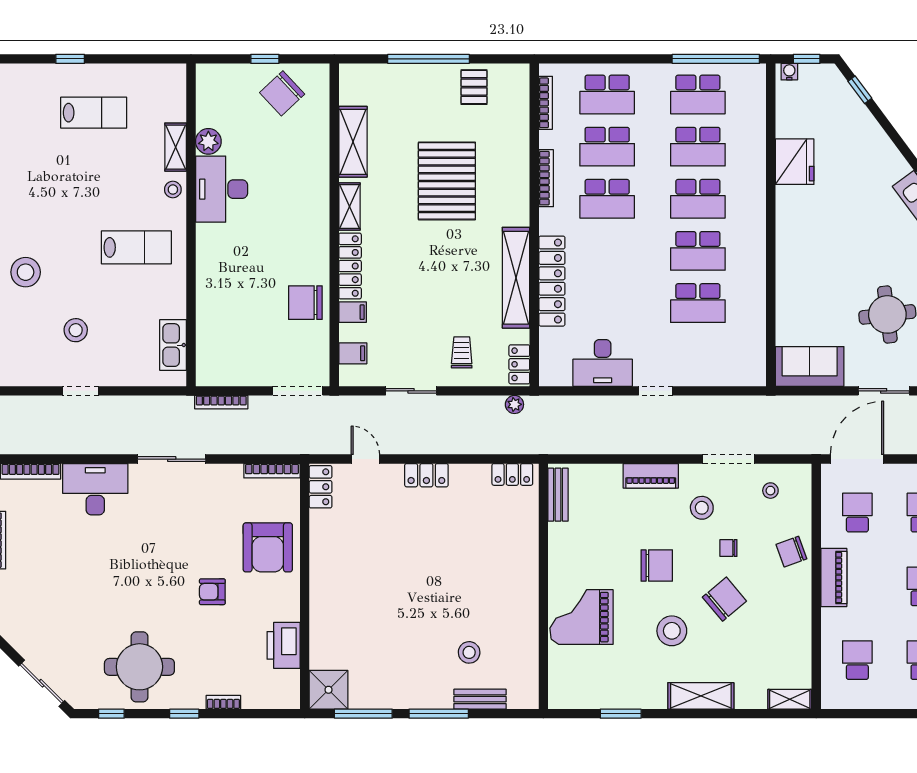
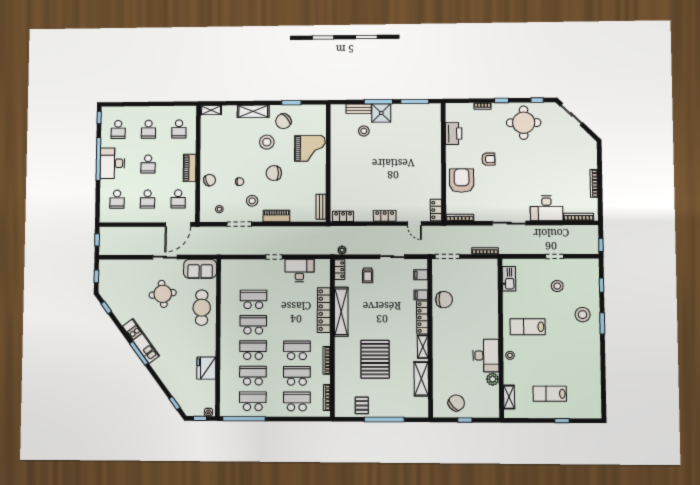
shelving: (176, 147) -> (509, 397), moved
cafe table: (805, 286) -> (202, 308), added
chair: (724, 599) -> (283, 121), moved
shower: (329, 690) -> (381, 113), moved

